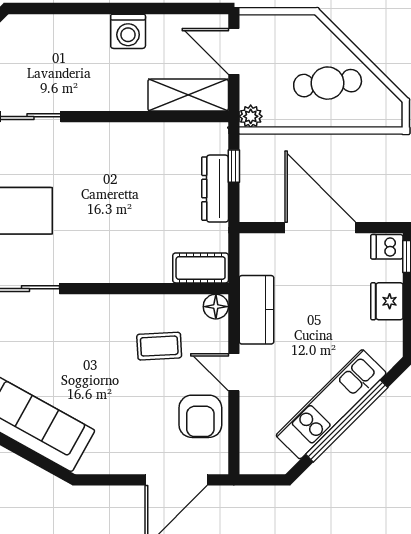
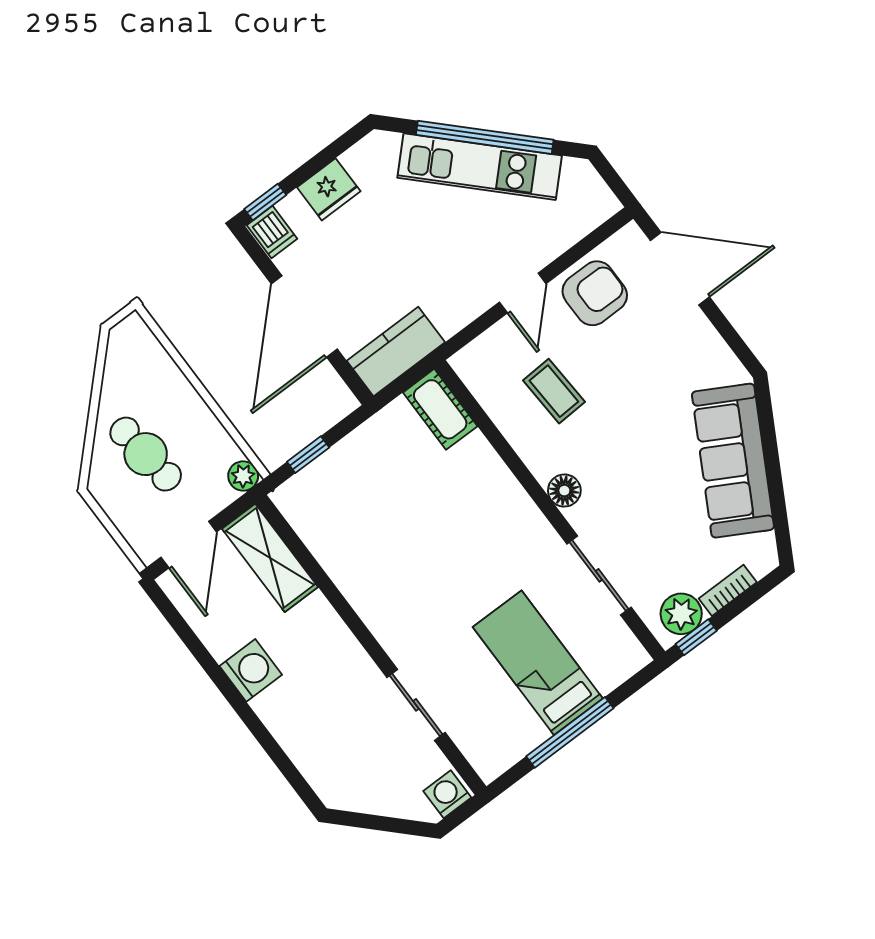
cafe table: (328, 83) -> (146, 454), moved
dresser: (215, 189) -> (346, 456), removed
floor lamp: (216, 307) -> (564, 491), moved
kitchen counter: (257, 310) -> (396, 351), moved

